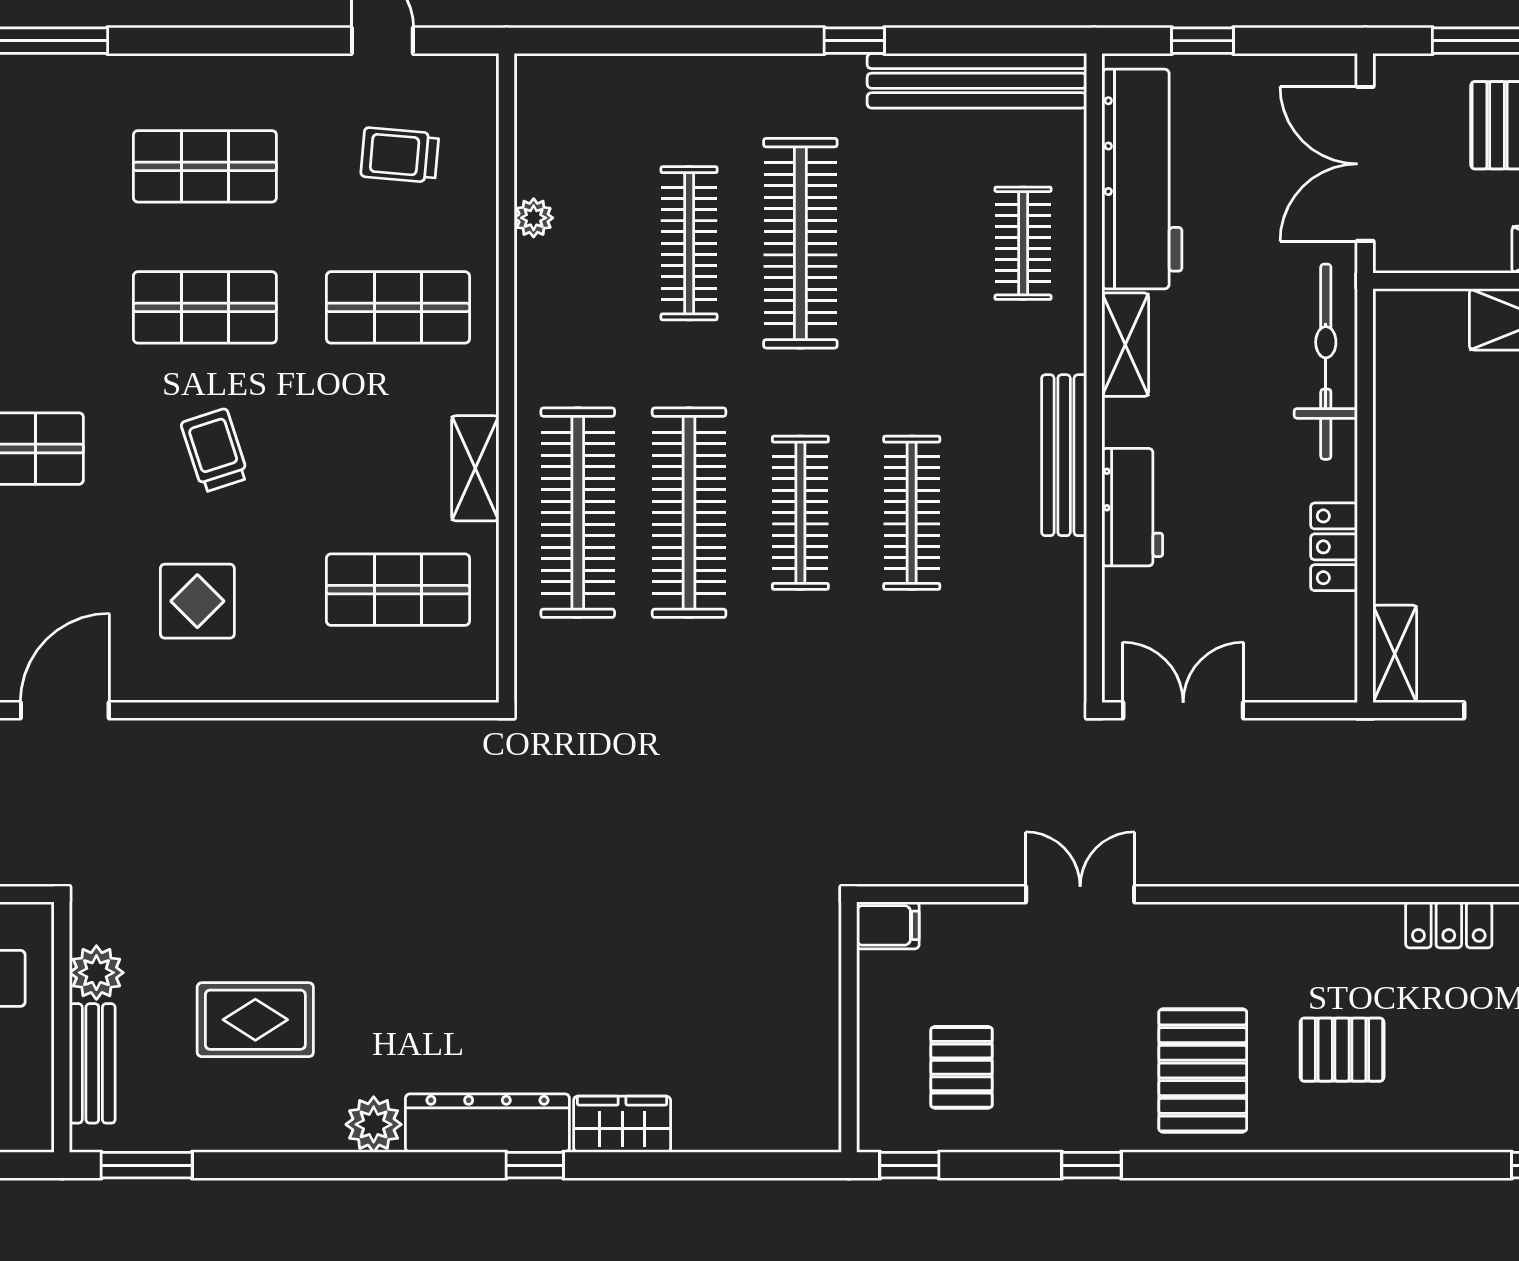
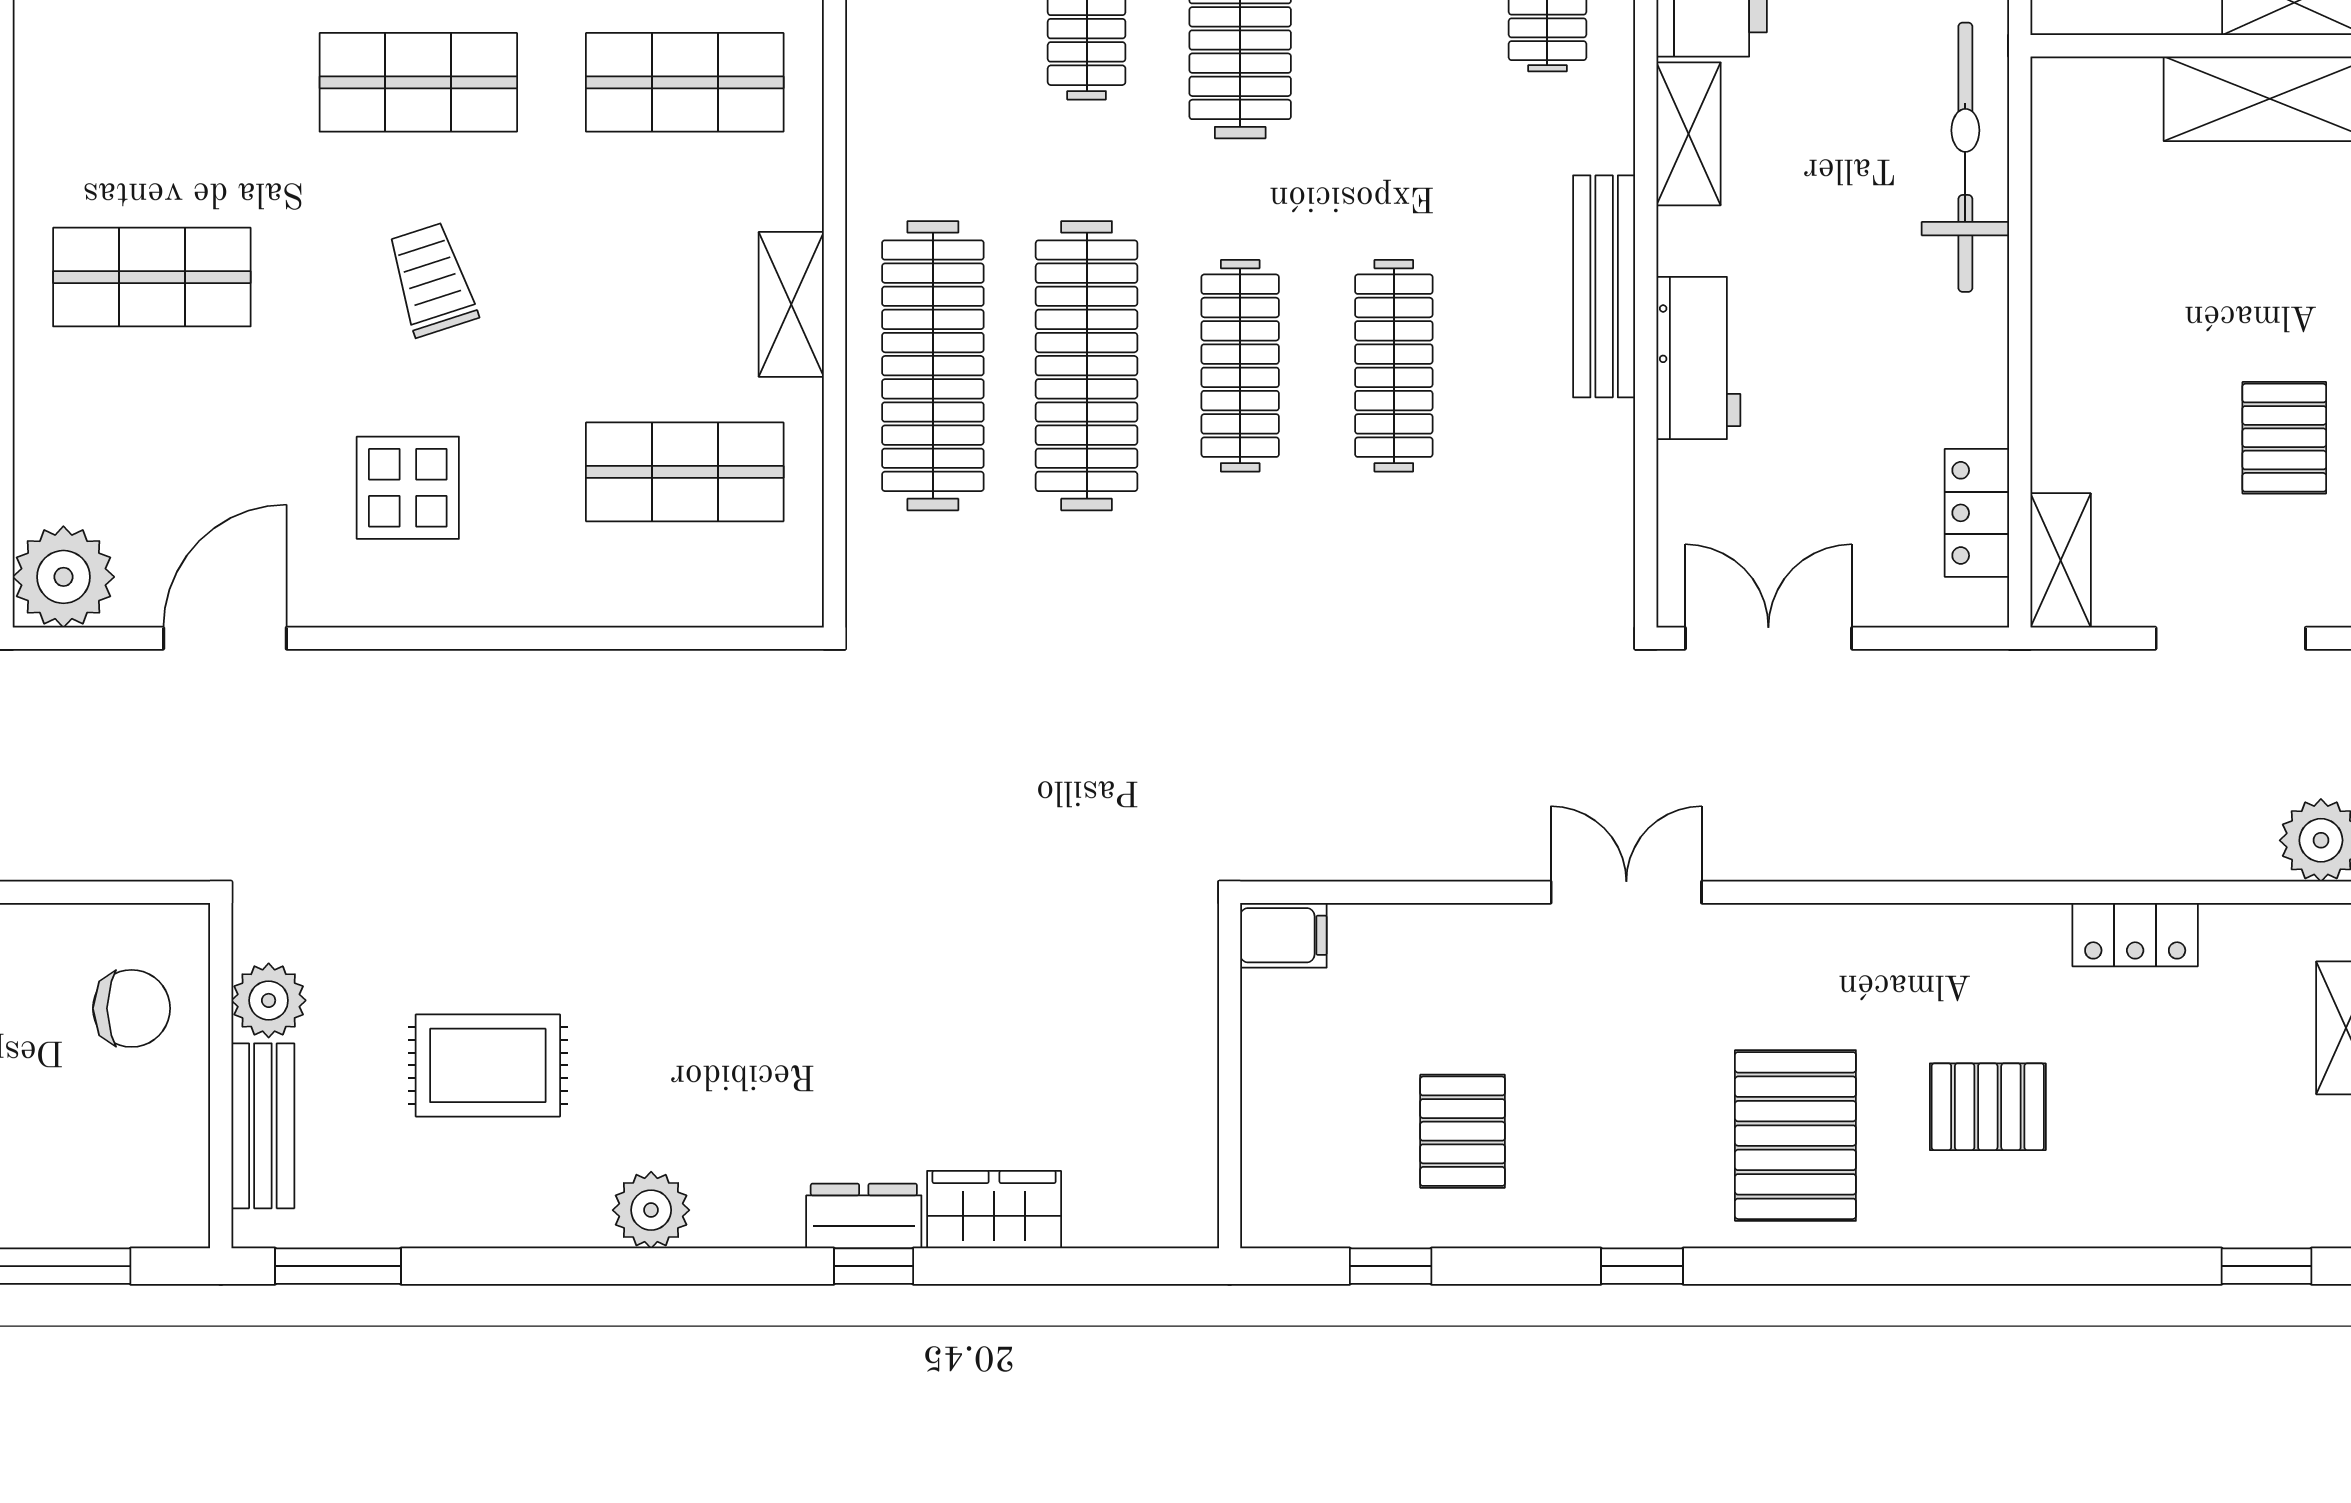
locker: (1334, 547) -> (1977, 513), moved
filing cabinet: (888, 925) -> (1283, 935), moved
wall: (849, 1027) -> (1230, 1076), moved
dresser: (487, 1123) -> (864, 1216), width x0.51, depth x0.80

